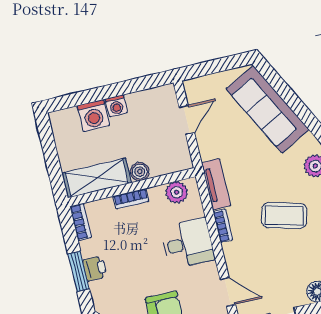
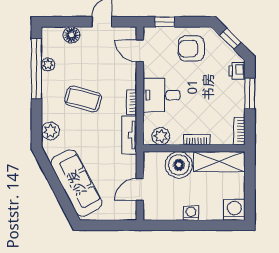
washing machine: (93, 116) -> (234, 210), moved
boiler: (140, 172) -> (179, 165), width x1.86, depth x1.86
printer: (95, 269) -> (237, 71), moved

